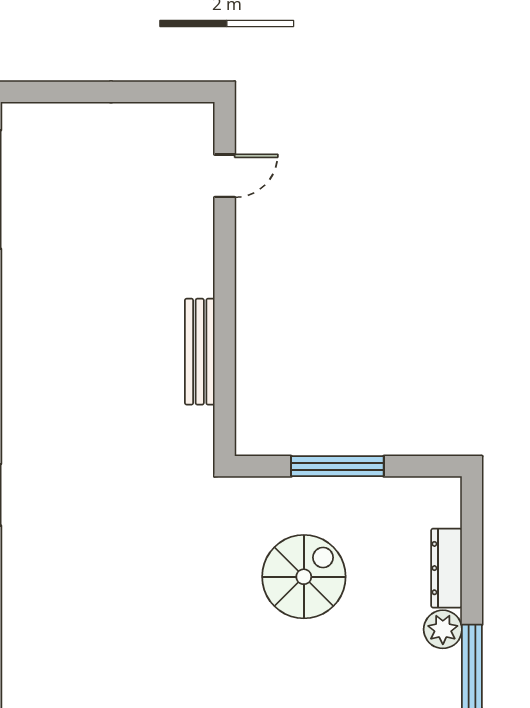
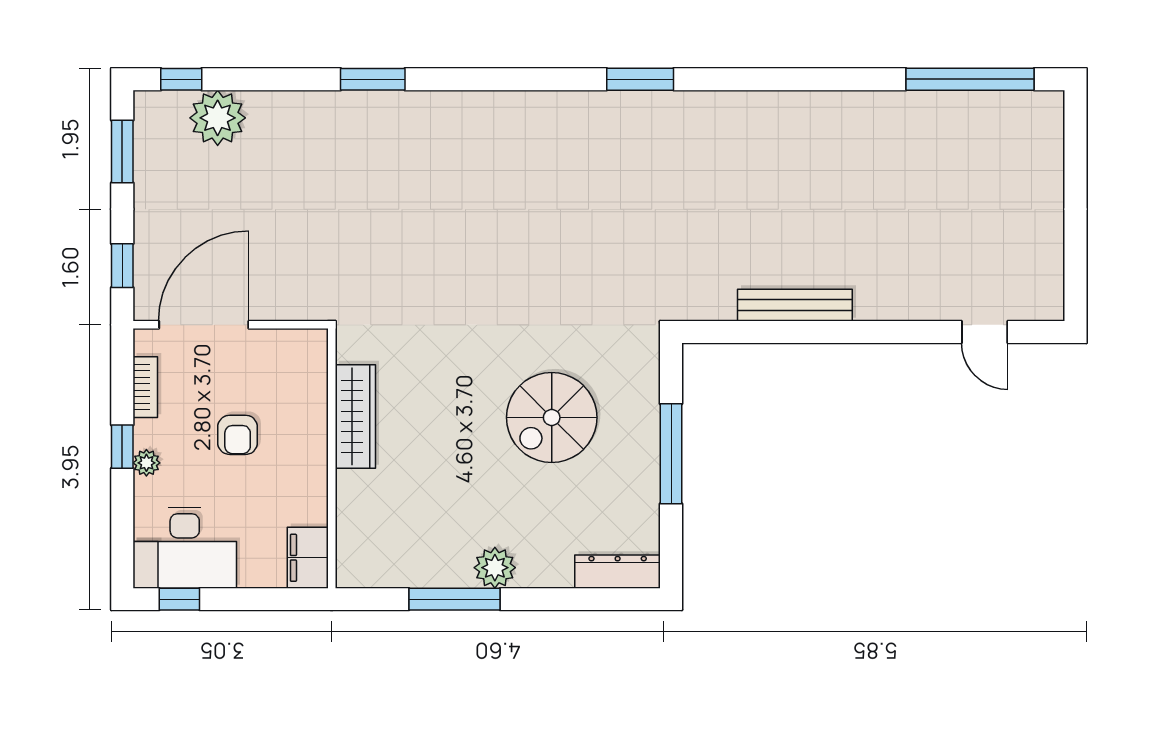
dresser: (446, 568) -> (618, 572), moved
spiral stairs: (304, 577) -> (552, 418), turned 90

